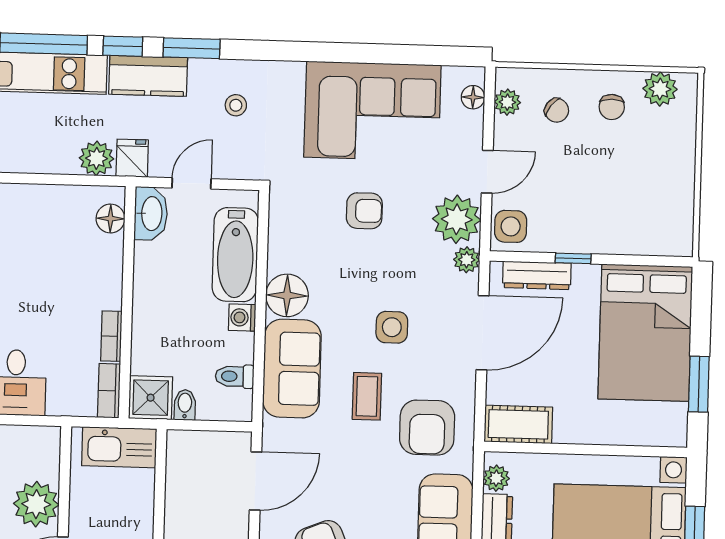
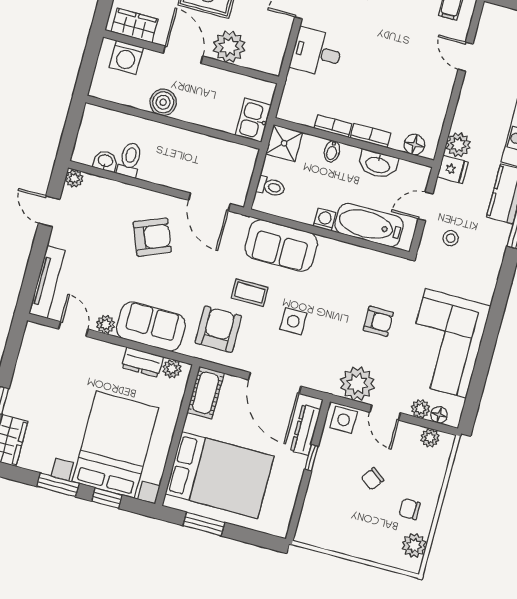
stool: (236, 105) -> (451, 238), moved
chair: (557, 110) -> (373, 479), moved
door: (191, 183) -> (425, 206), swing flipped
armchair: (364, 211) -> (378, 321), turned -90
washbasin: (151, 214) -> (378, 164), moved
plant: (467, 260) -> (420, 409), moved
floor lamp: (287, 295) -> (332, 254), removed
bed: (645, 333) -> (220, 475), moved, turned 180
toilet: (235, 376) -> (271, 187), moved, turned 90
bookcase: (109, 391) -> (370, 136), moved
bidet: (185, 405) -> (332, 151), moved, turned 90
armchair: (427, 428) -> (218, 329), turned 90
kitchen sink: (119, 447) -> (253, 120), width x0.73

